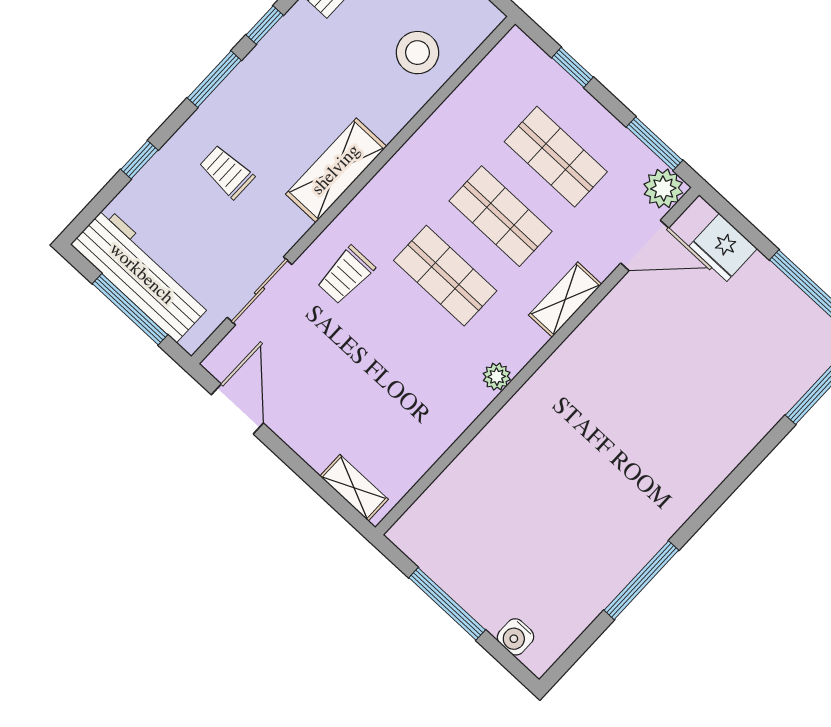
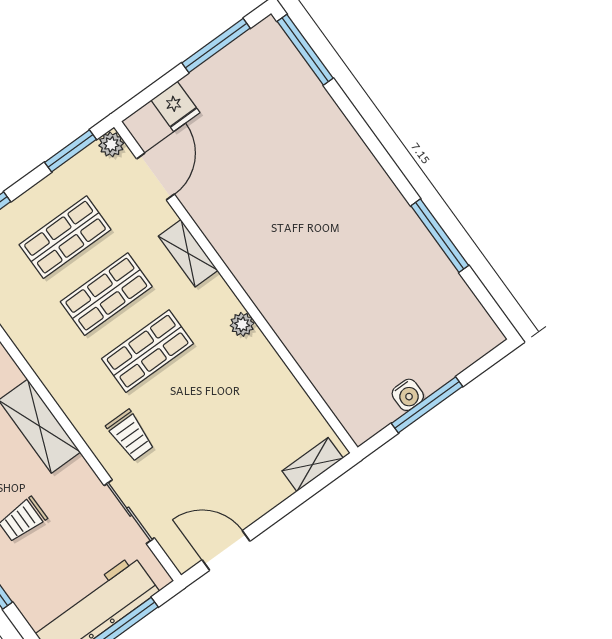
plant: (663, 188) -> (111, 144), width x0.73, depth x0.73
fridge: (723, 247) -> (175, 106), width x0.72
water cooler: (516, 637) -> (408, 395), moved

